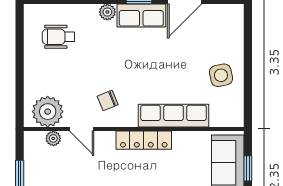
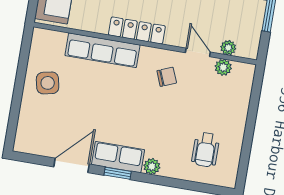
wheelchair: (58, 37) -> (206, 150), turned 90
plant: (48, 112) -> (223, 67), width x0.53, depth x0.53

